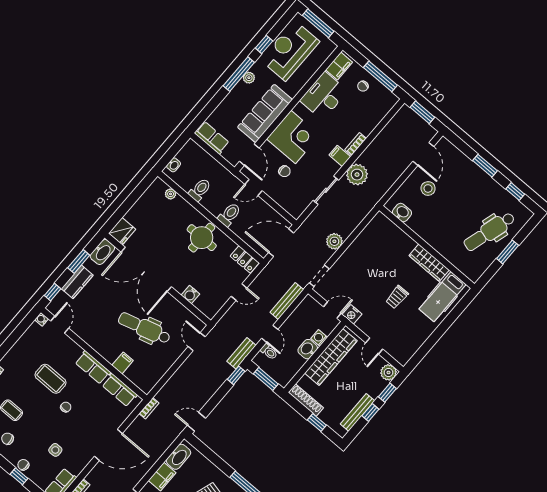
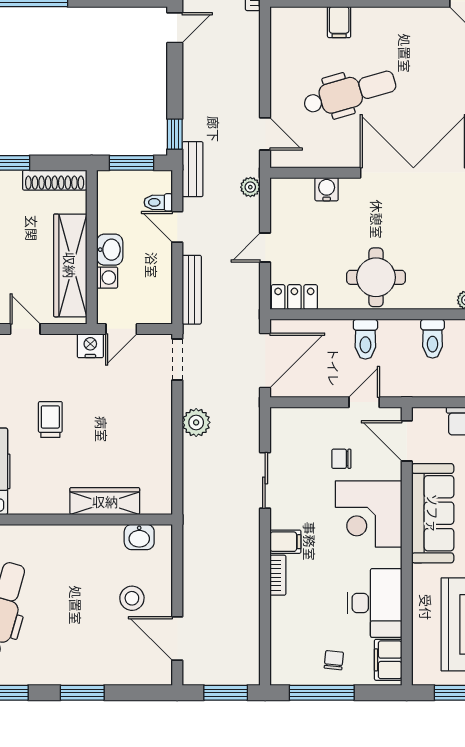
plant: (357, 175) -> (250, 187), moved, width x0.53, depth x0.53
wardrobe: (429, 263) -> (105, 501), moved

